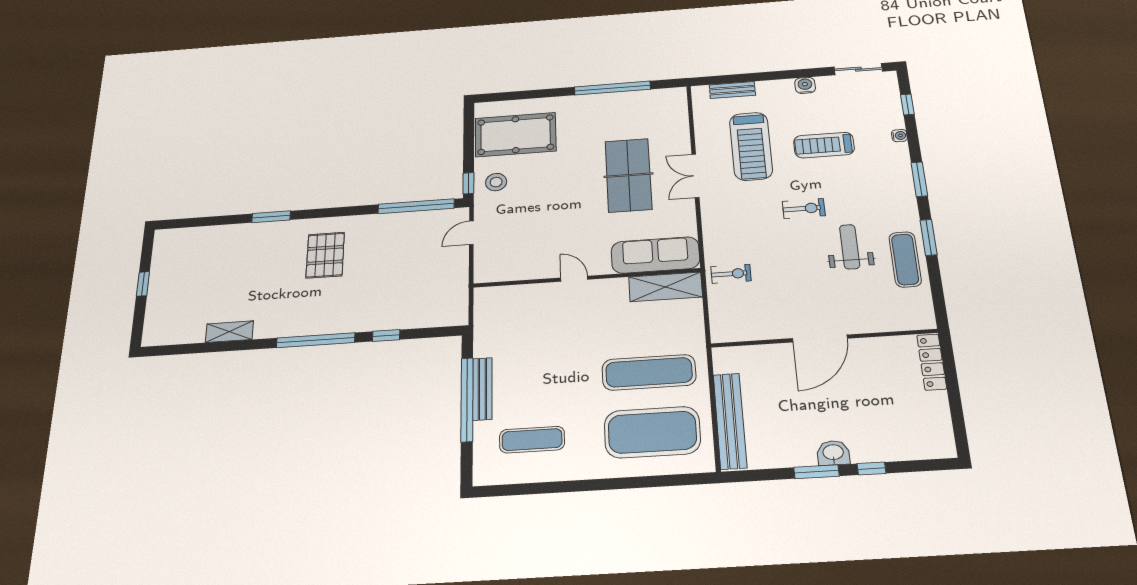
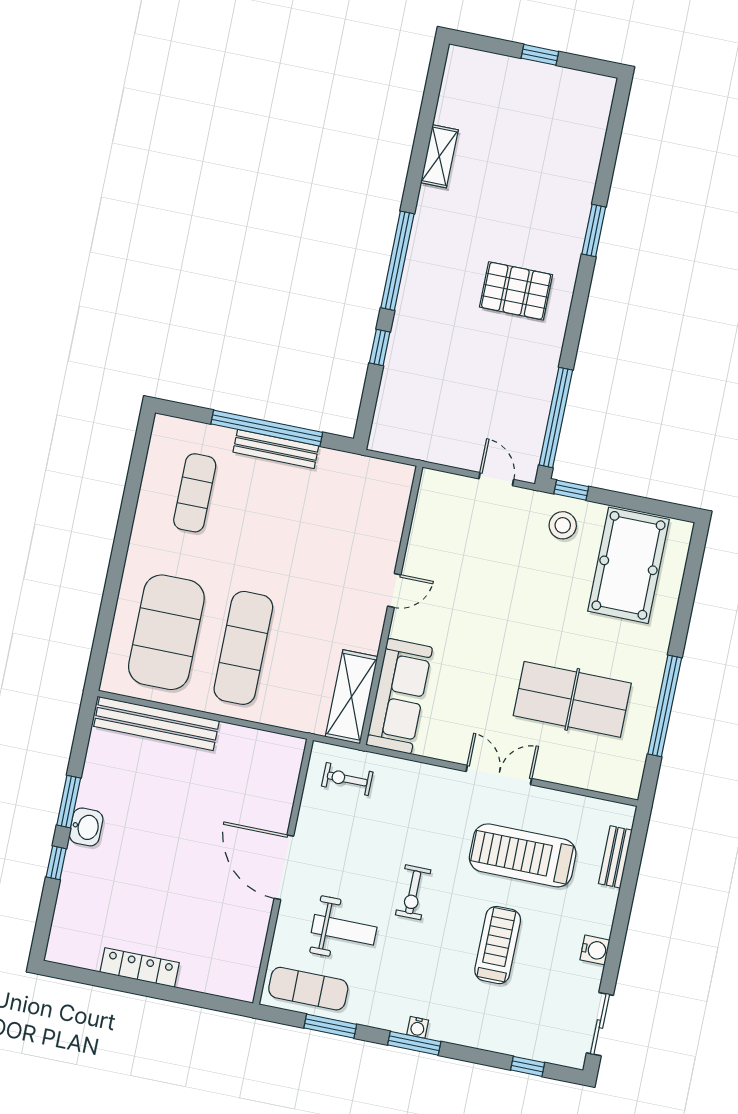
water cooler: (899, 136) -> (418, 1027), moved
table tennis table: (628, 175) -> (572, 699), moved
exercise bike: (731, 274) -> (347, 779), turned 90
door: (820, 338) -> (284, 867), moved
wall: (824, 338) -> (283, 872), moved
locker: (932, 362) -> (140, 967), moved

